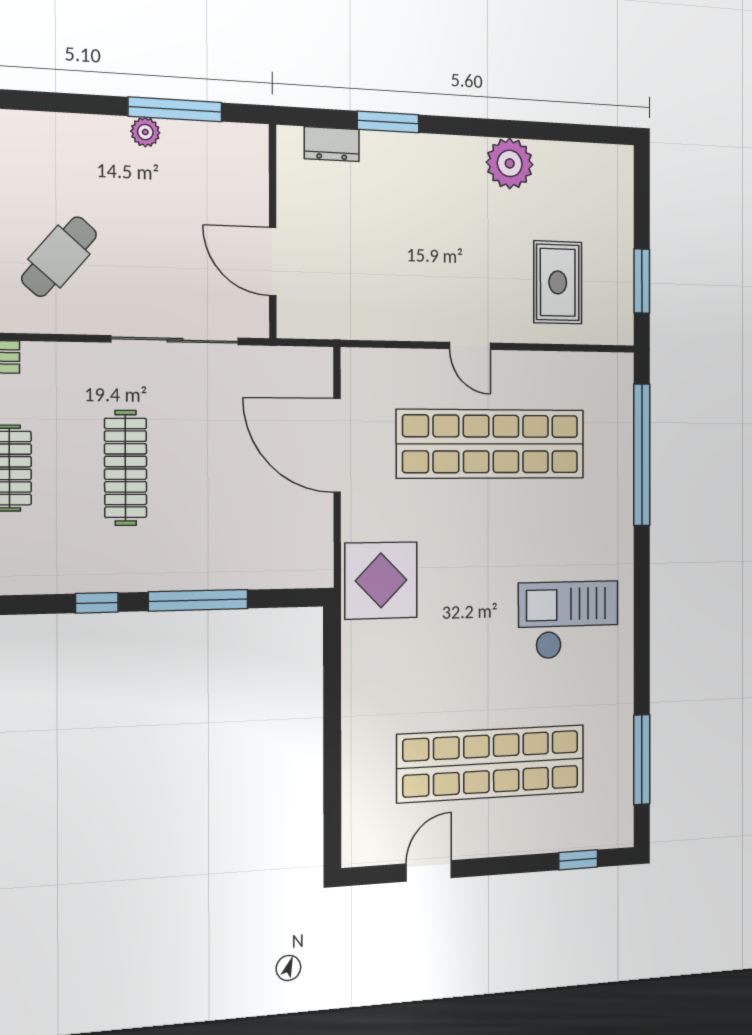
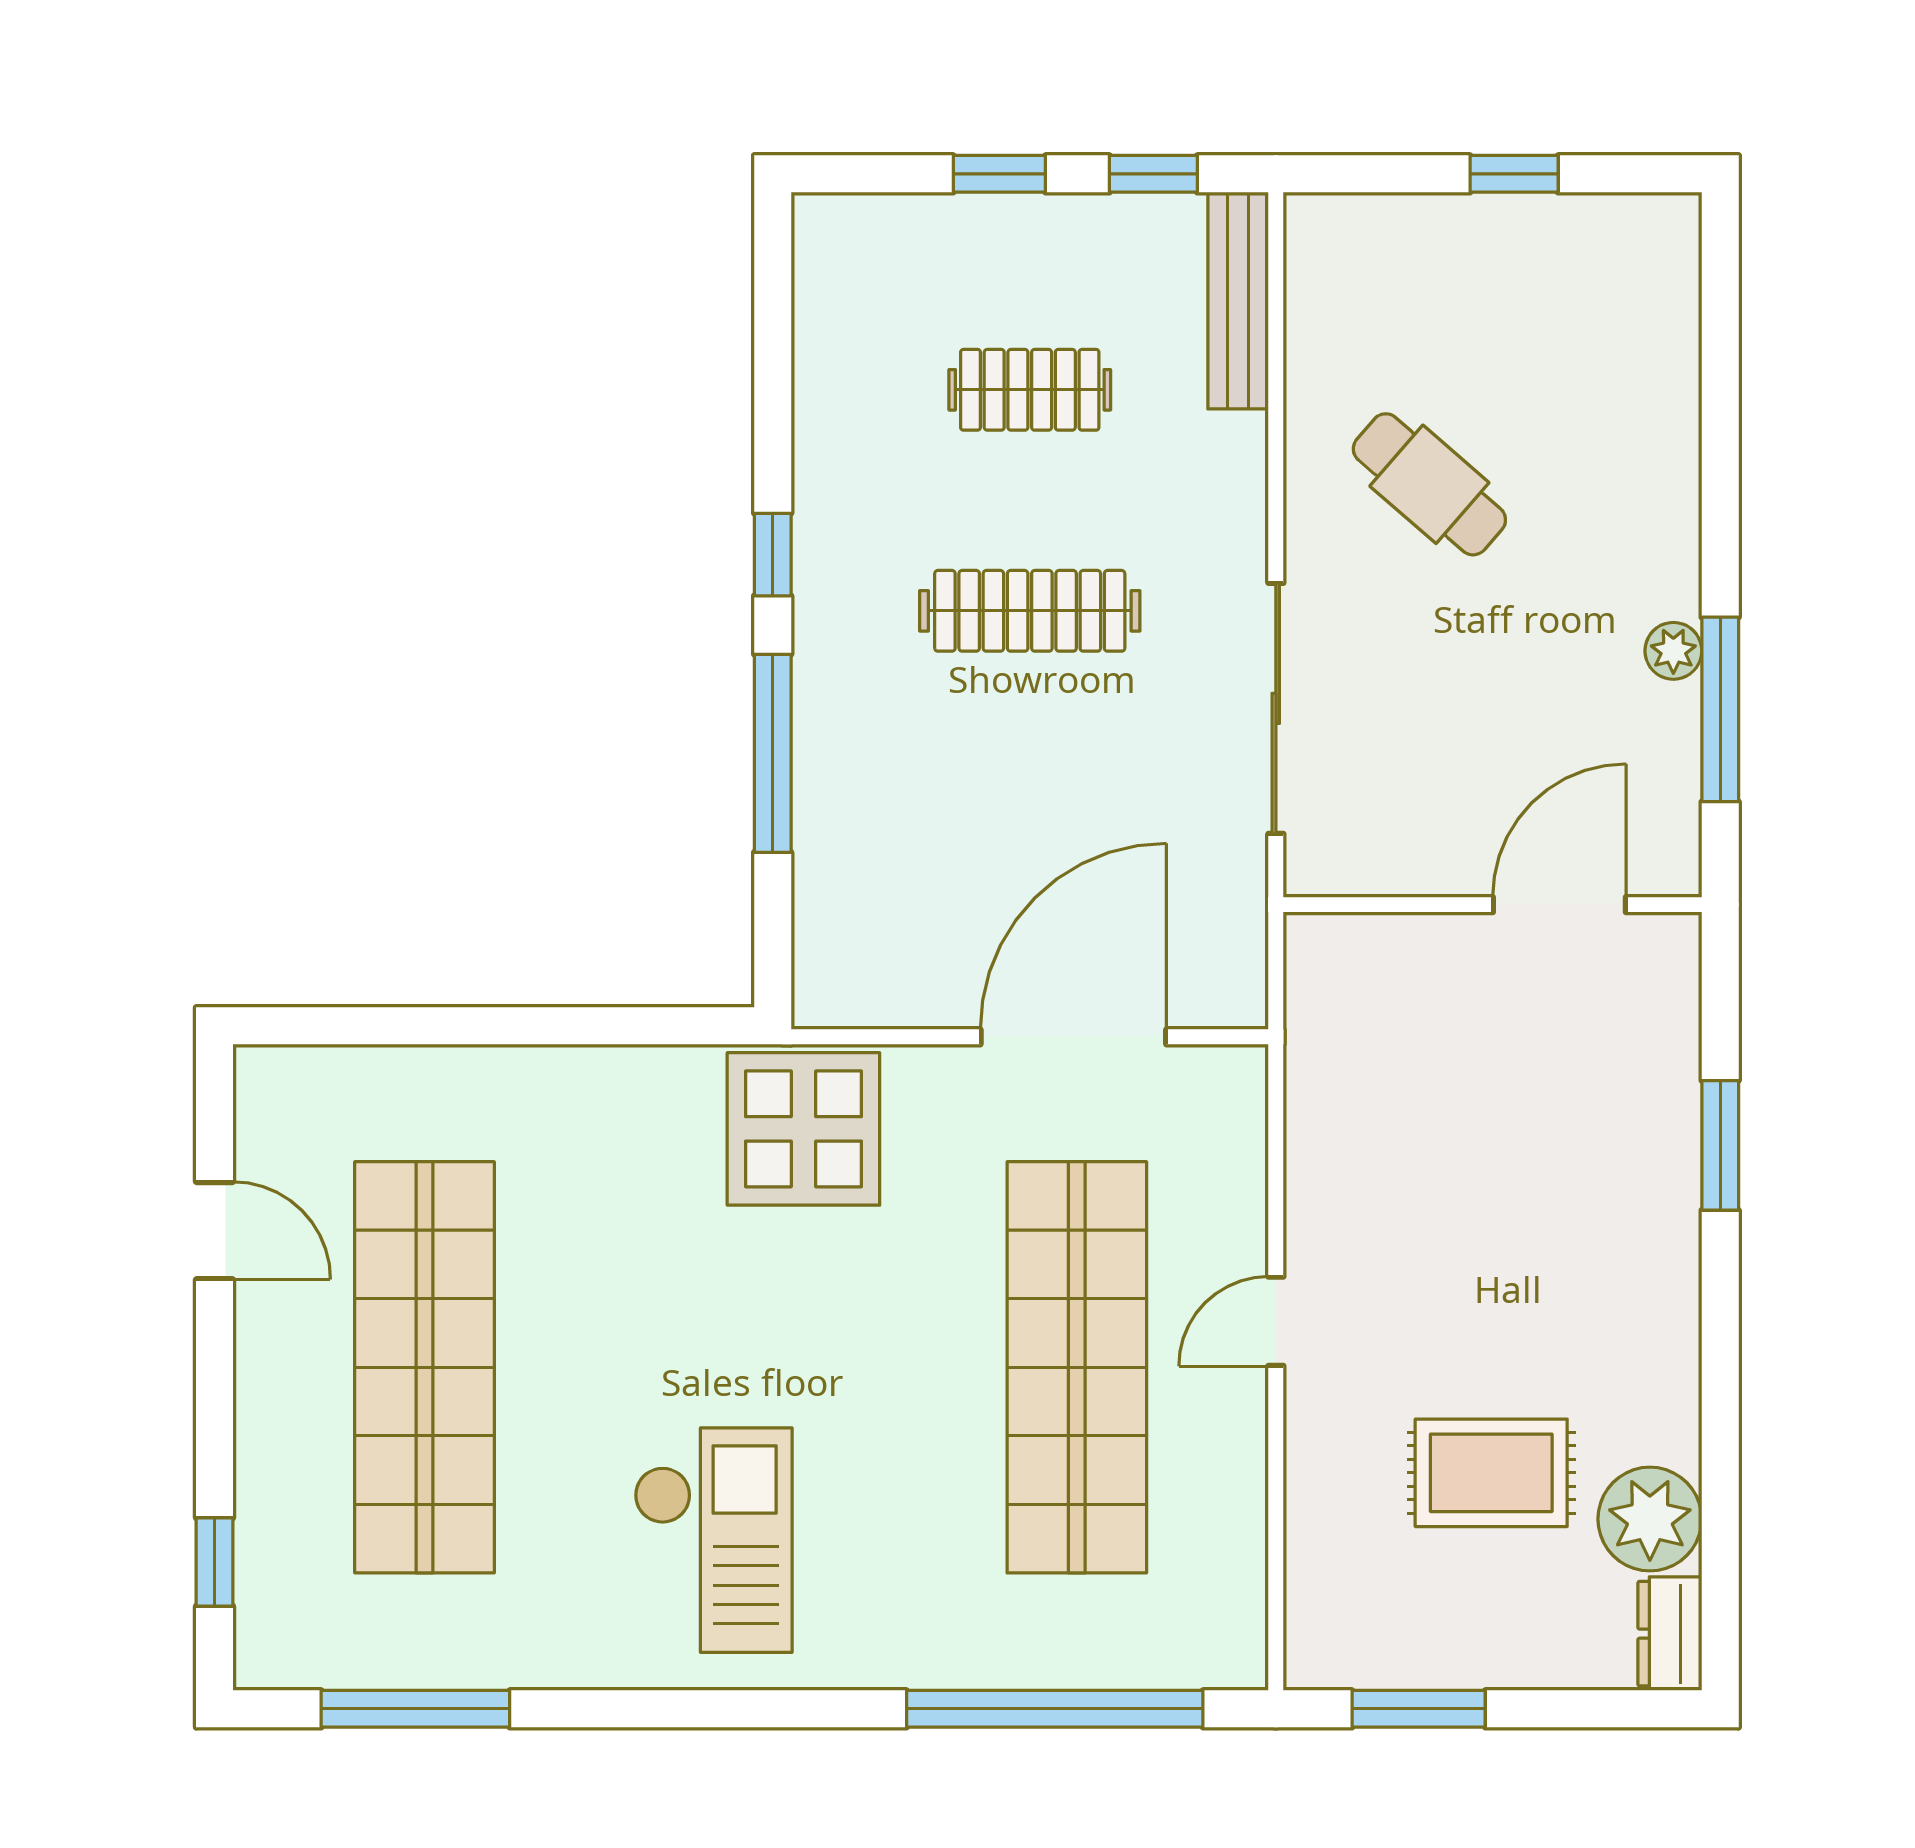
dresser: (332, 144) -> (1670, 1634), moved
plant: (510, 163) -> (1650, 1519), moved
door: (273, 262) -> (1559, 905), moved
rug: (558, 282) -> (1491, 1473), moved

